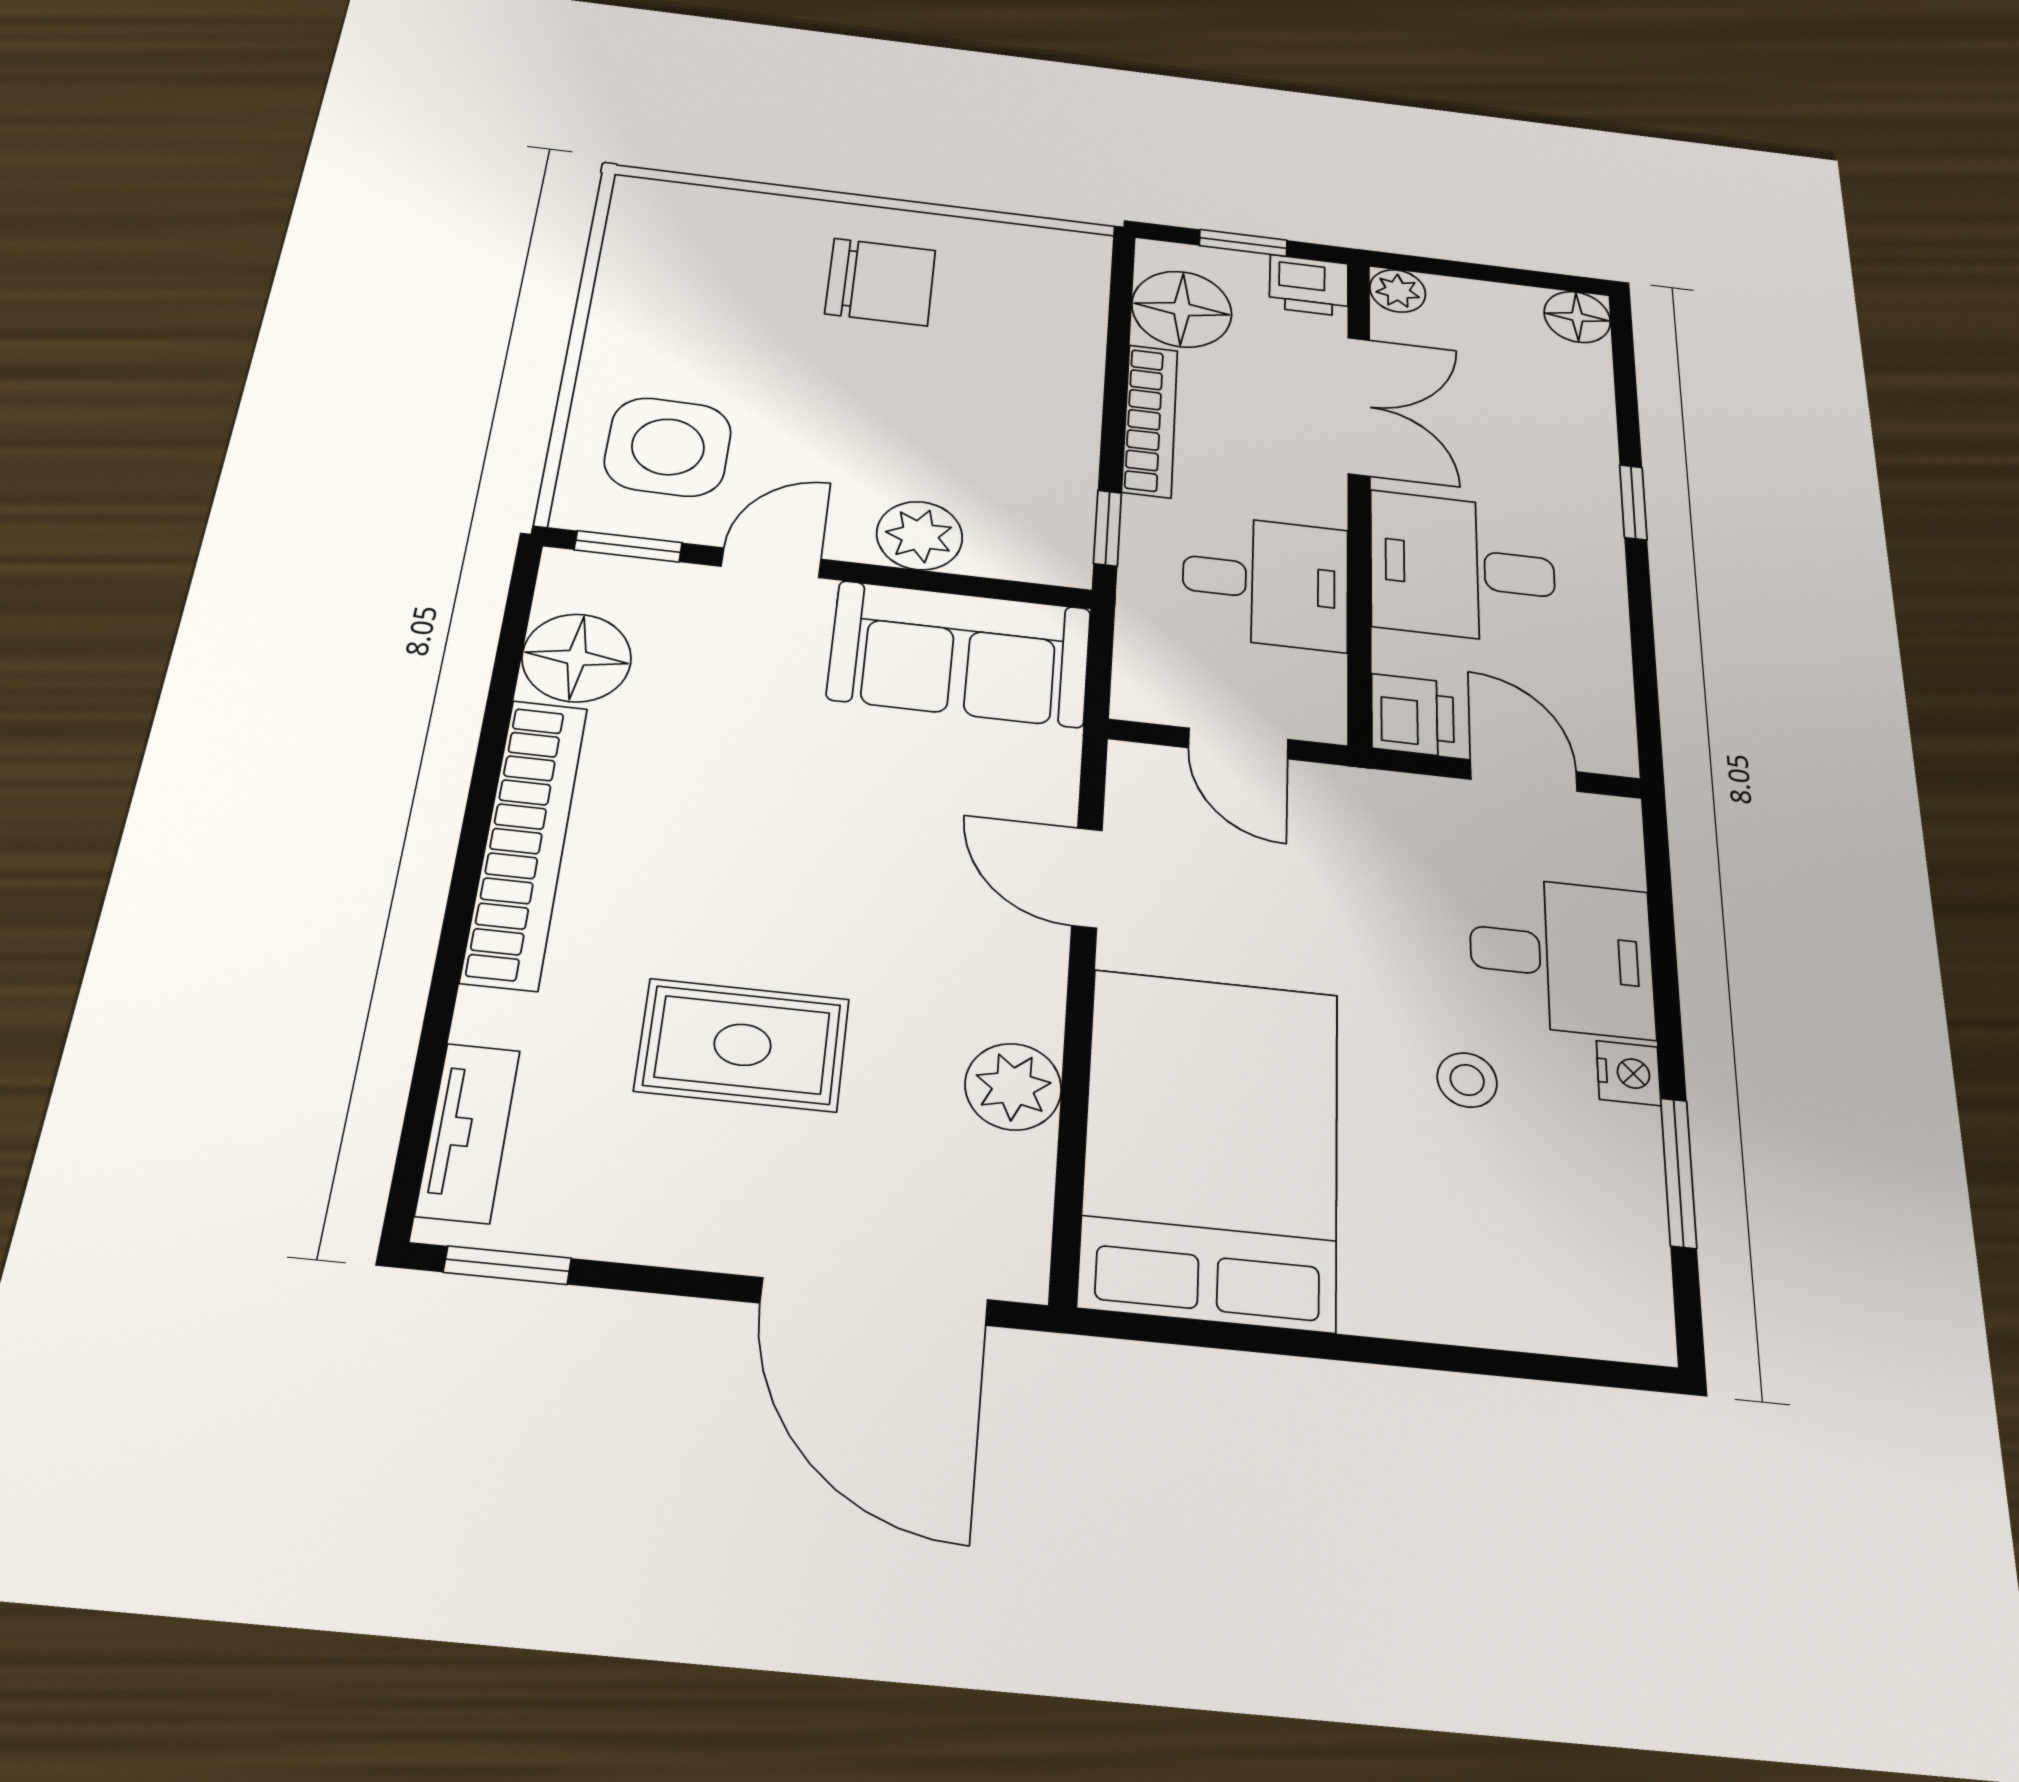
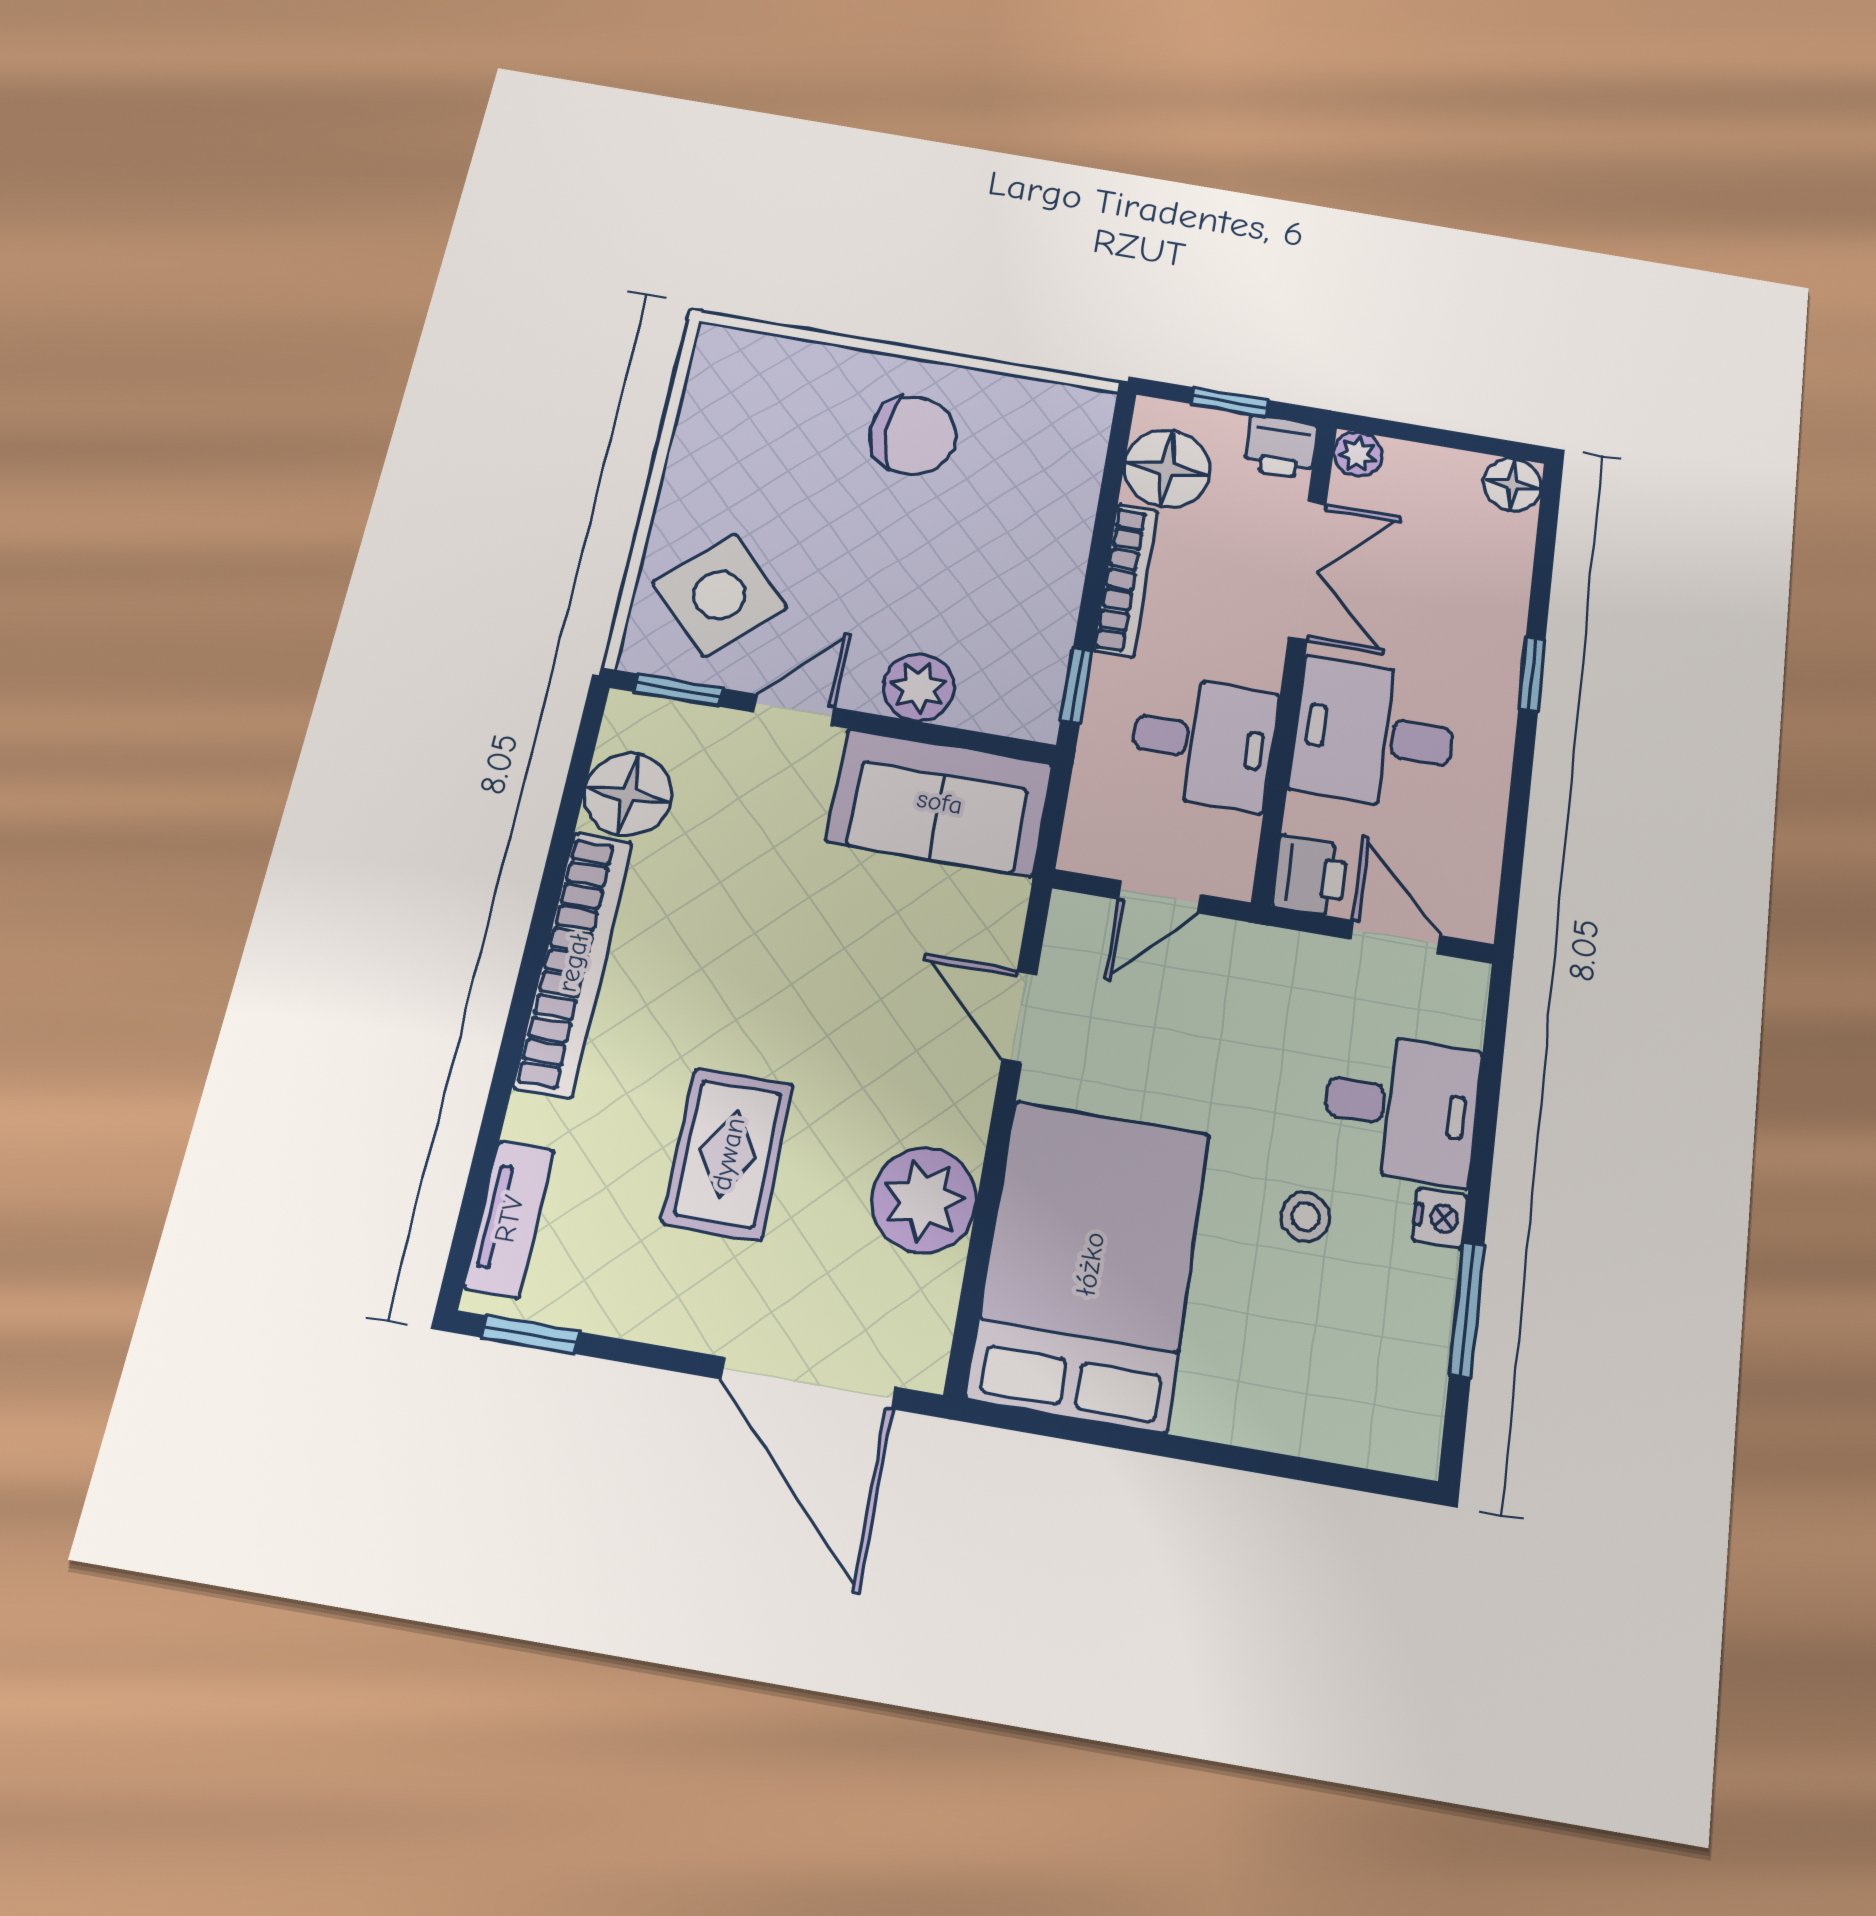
side table: (668, 447) -> (720, 595), turned 45
door: (1238, 744) -> (1160, 897), hinge flipped
rug: (743, 1045) -> (728, 1154), turned 90
plant: (1013, 1087) -> (924, 1200), width x1.36, depth x1.36

